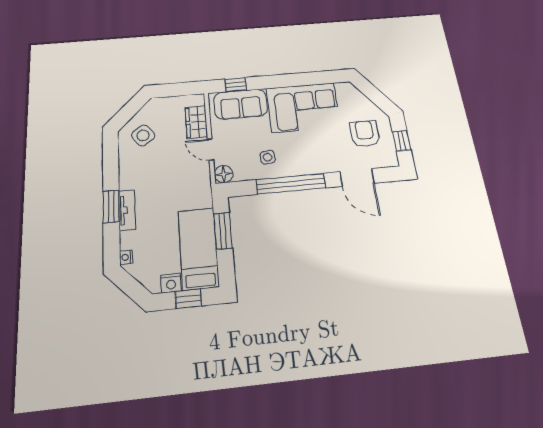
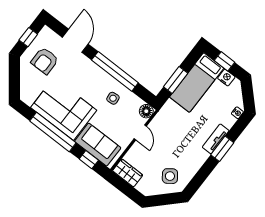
window: (292, 80) -> (53, 132), added
wardrobe: (196, 122) -> (128, 173), moved, turned -90

